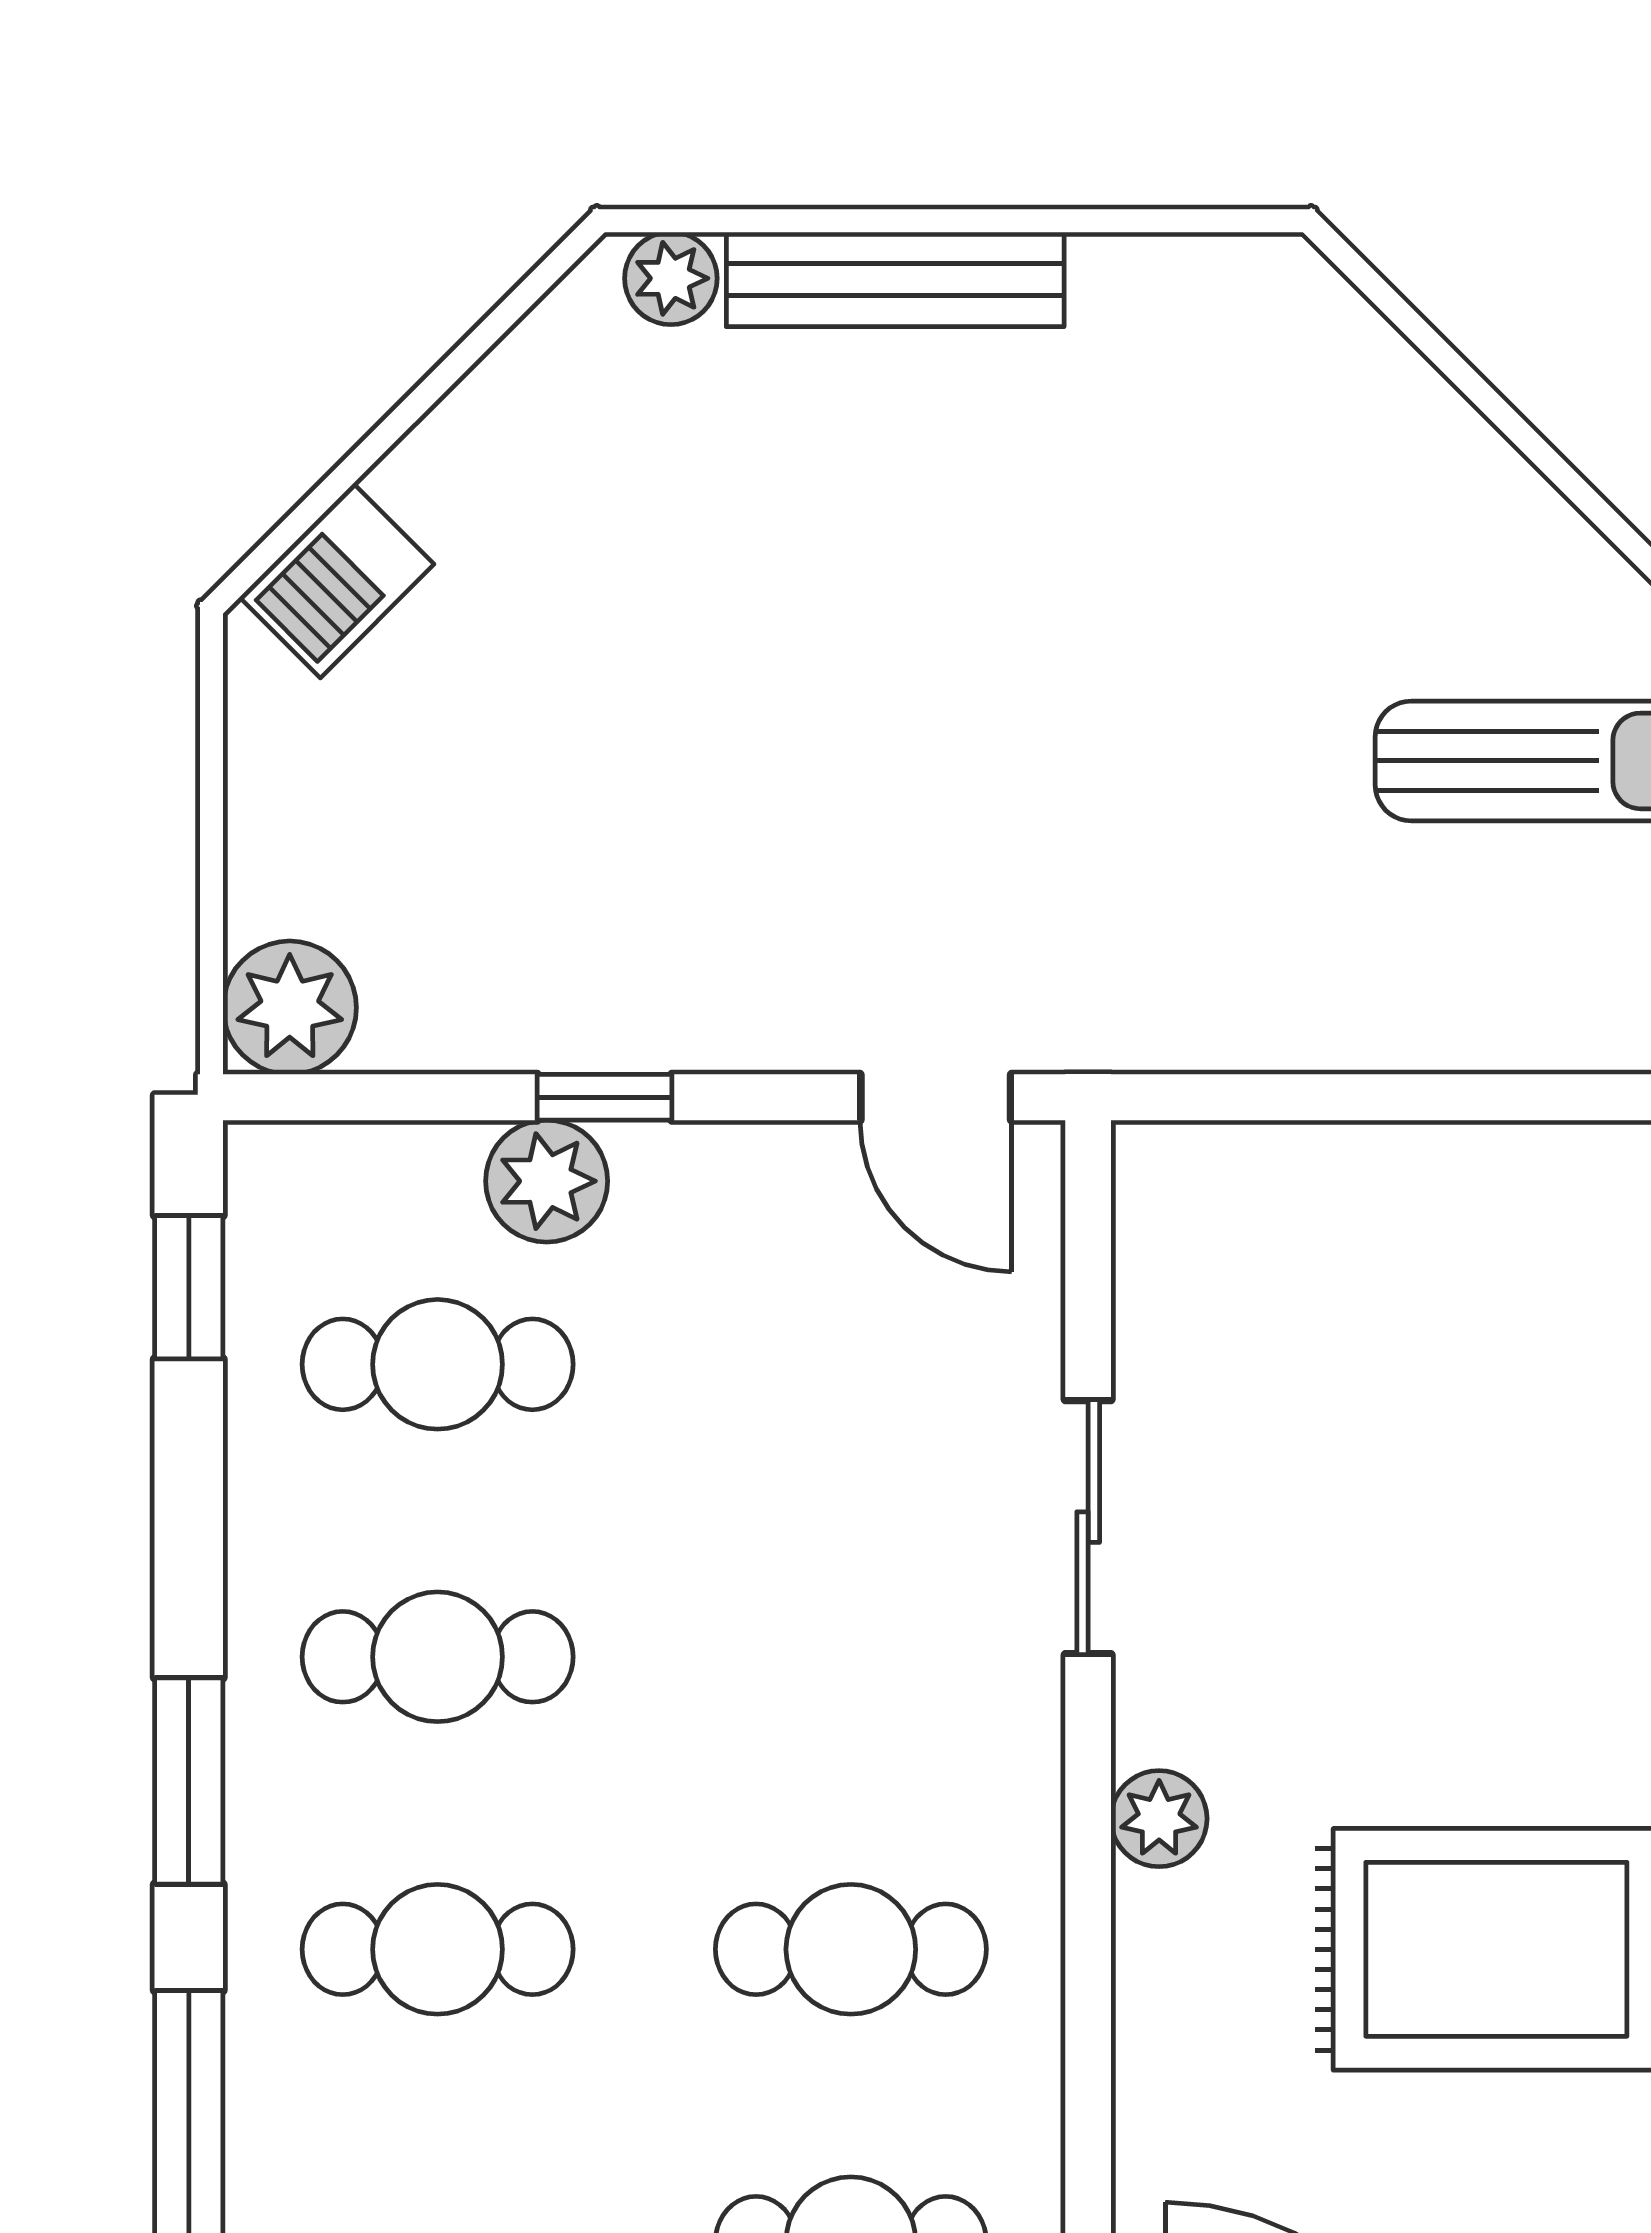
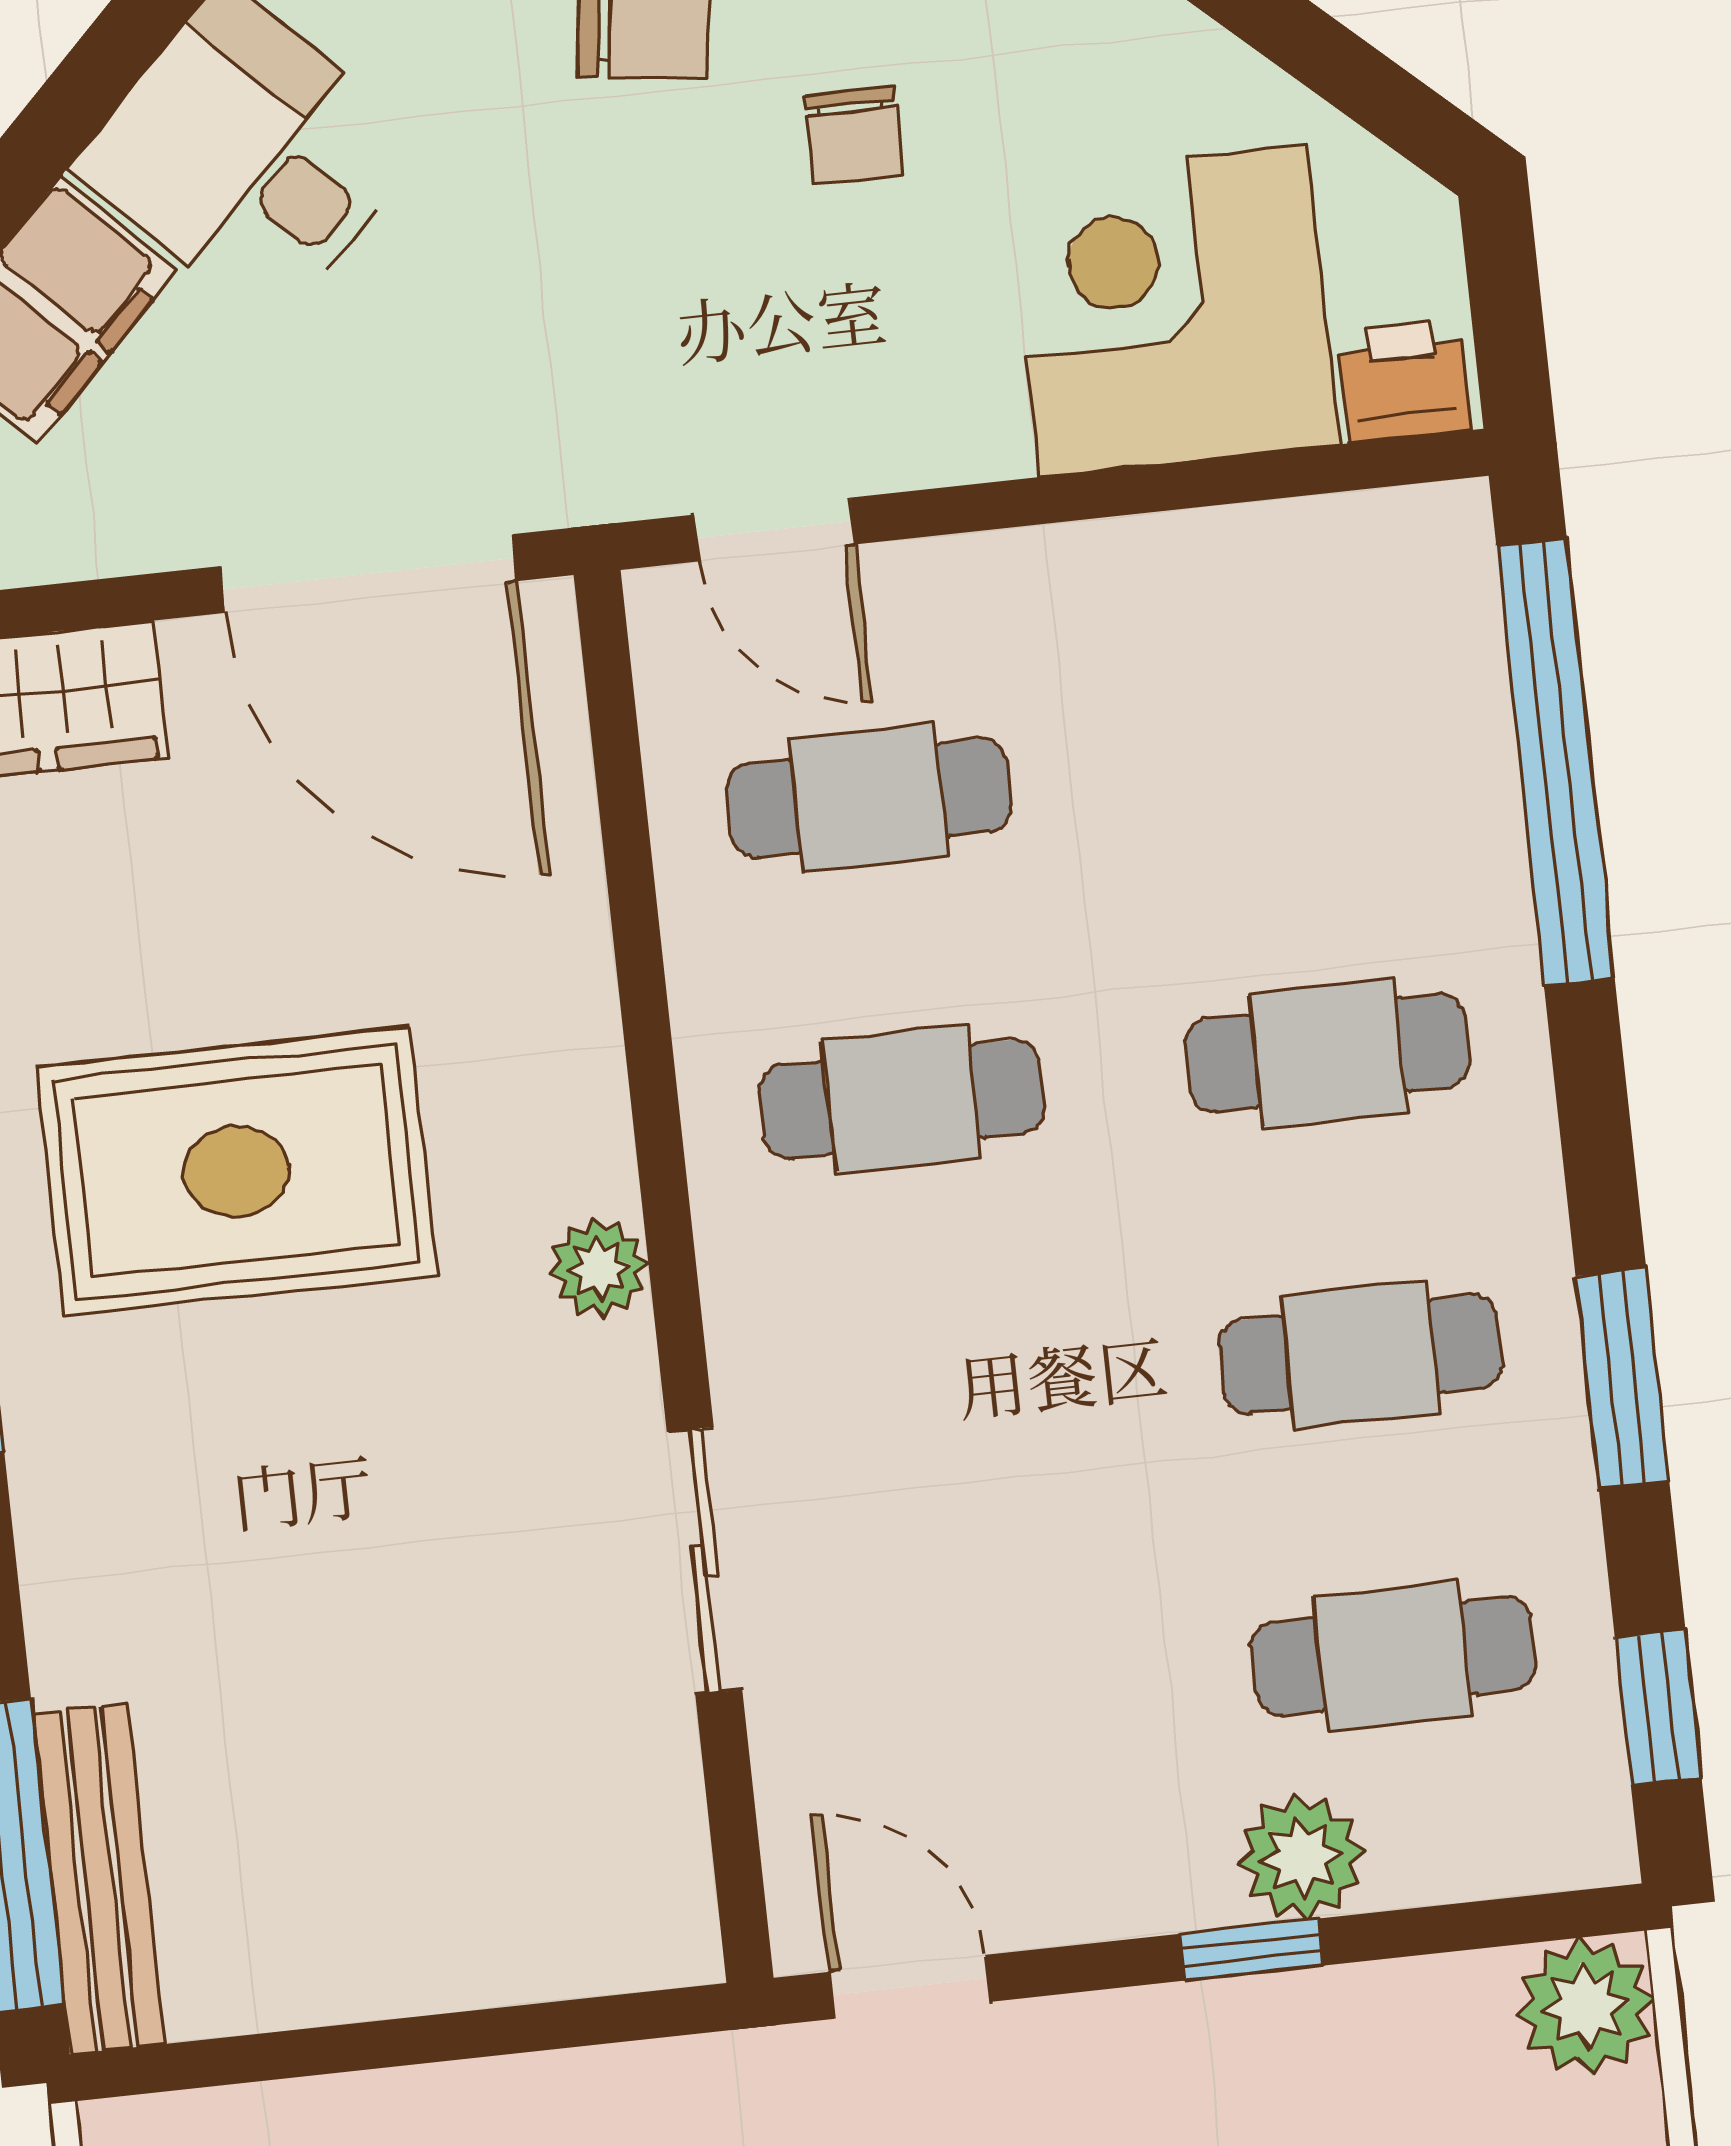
window: (189, 1781) -> (1622, 1379), moved

